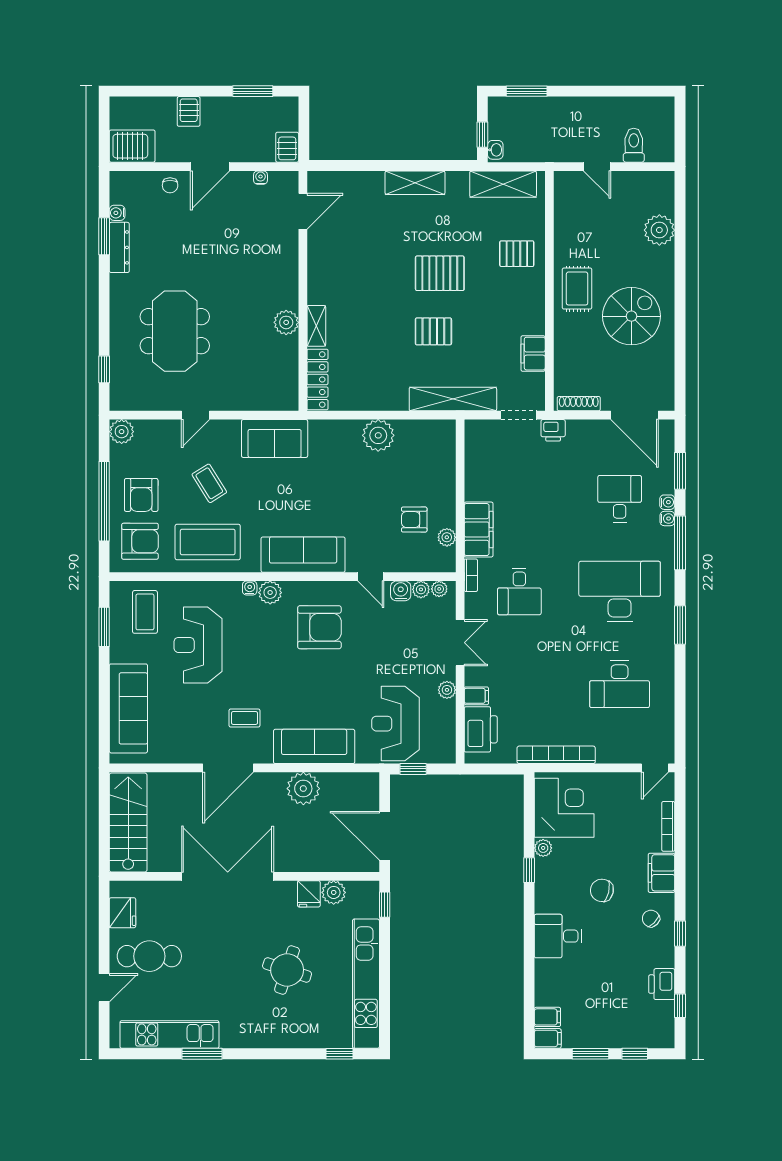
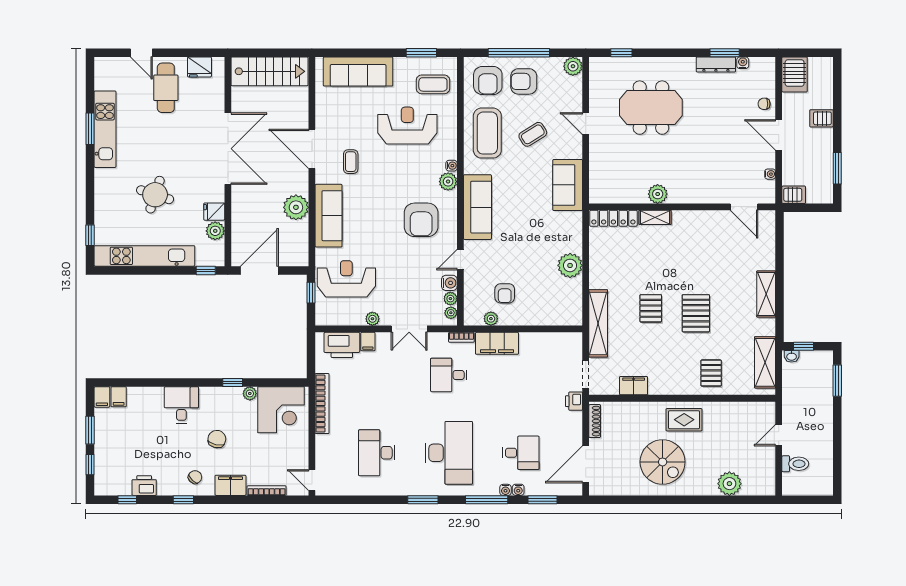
armchair: (414, 520) -> (505, 293), turned 180
kitchen unit: (169, 1034) -> (105, 129), moved

